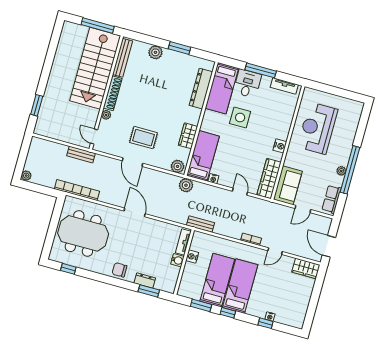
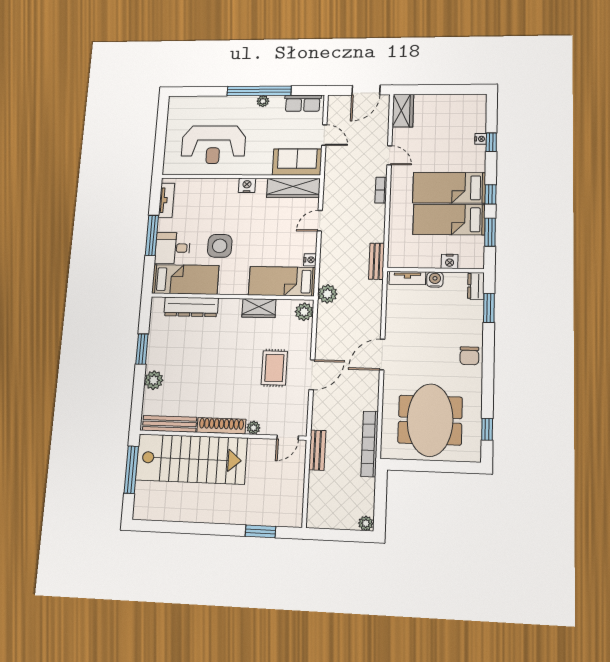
nightstand: (192, 257) -> (450, 261), moved
dresser: (145, 280) -> (476, 286), moved

